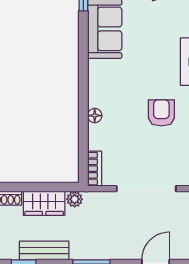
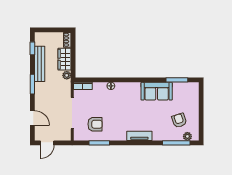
armchair: (161, 113) -> (95, 124), moved
bench: (44, 250) -> (40, 64), width x1.36

